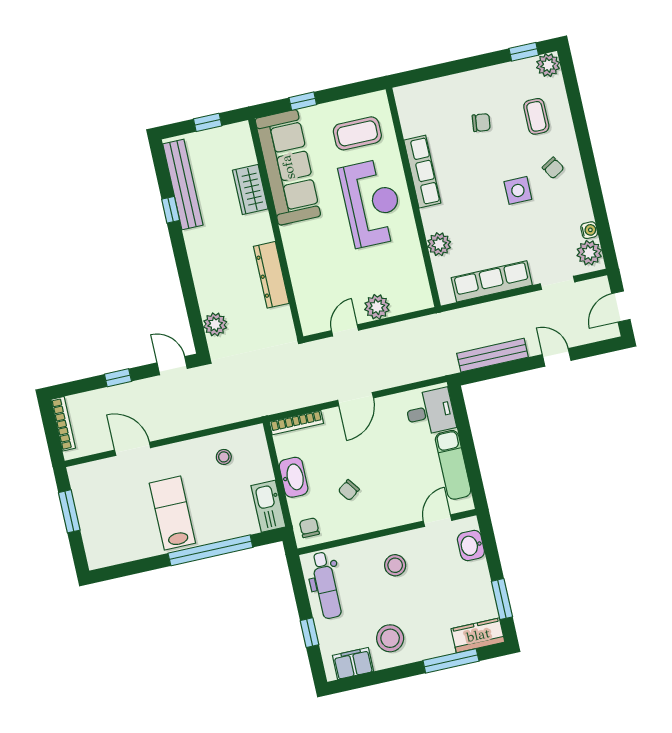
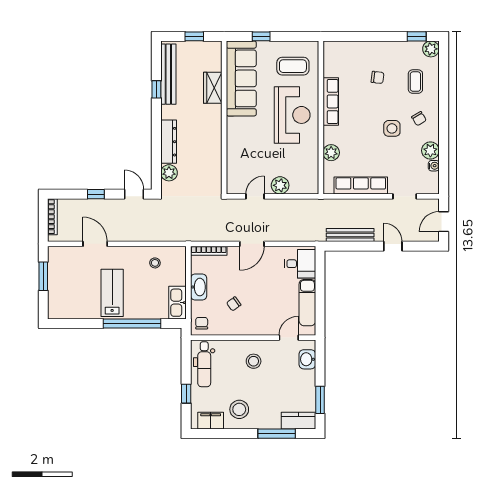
plant: (589, 253) -> (430, 151), moved
dresser: (271, 275) -> (169, 142), moved, turned 180

